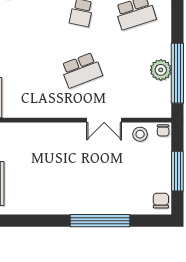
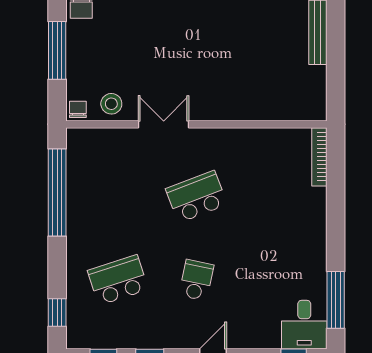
plant: (161, 70) -> (81, 197), removed

